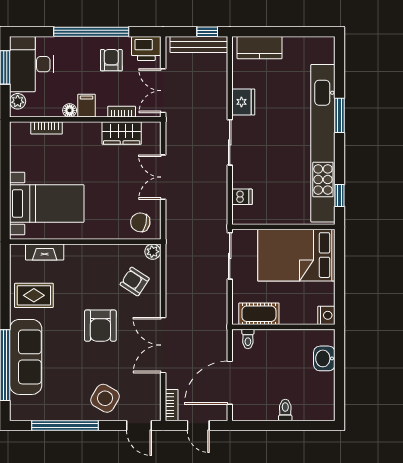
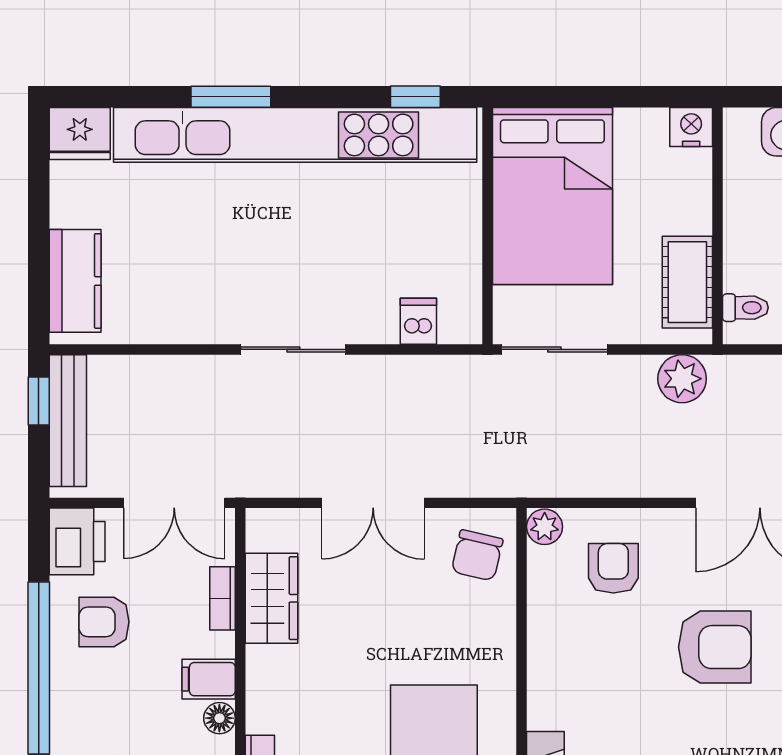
fridge: (243, 102) -> (80, 134), moved, turned 180
armchair: (135, 282) -> (613, 568), turned 147
plant: (217, 311) -> (682, 379), added

